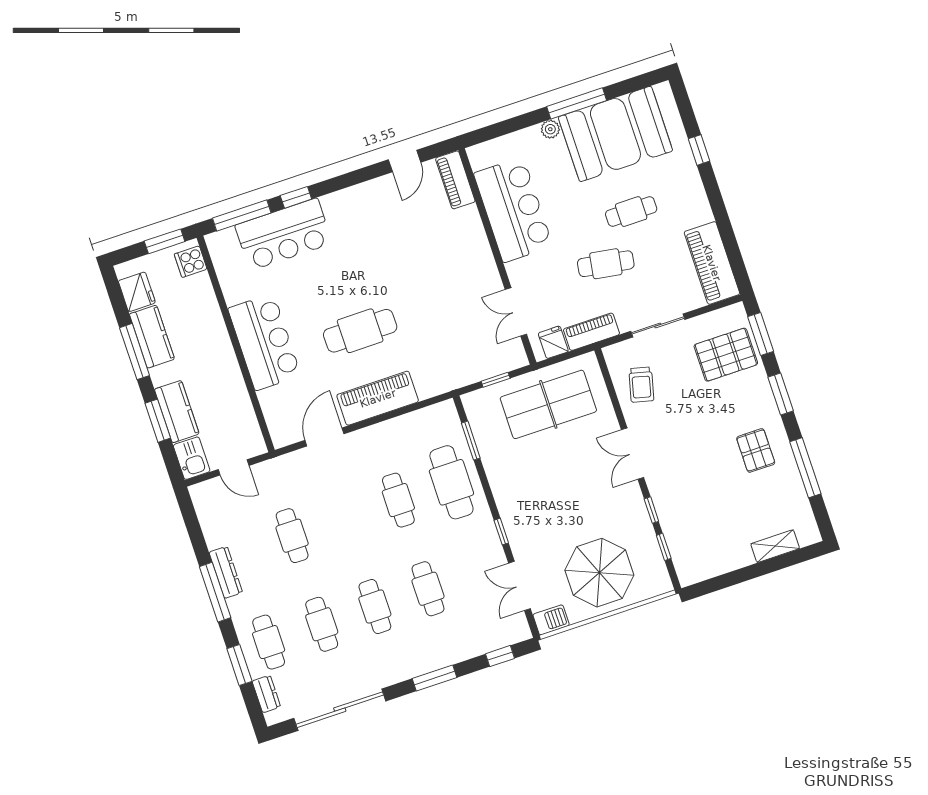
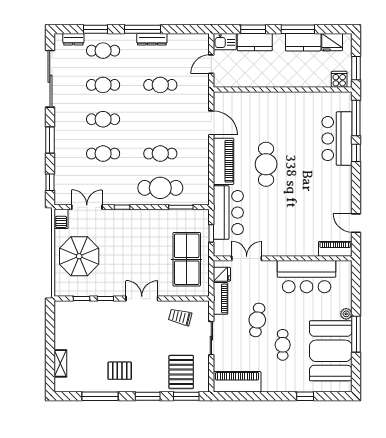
bar counter: (264, 342) -> (228, 213), moved, turned -90

